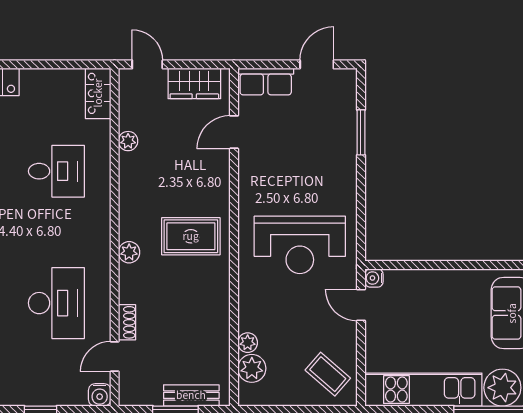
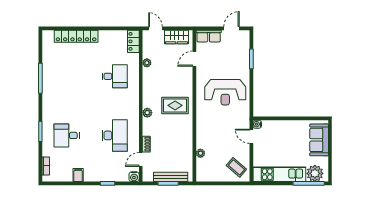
reception desk: (300, 245) -> (225, 92), moved
plant: (252, 368) -> (202, 165), removed
bench: (191, 395) -> (171, 177), width x1.36

